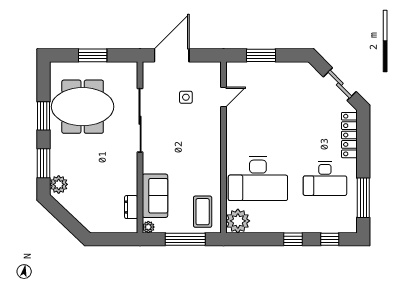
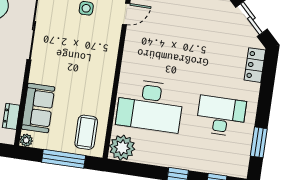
locker: (349, 135) -> (255, 65), width x0.66
desk: (325, 179) -> (221, 116), turned 180
window: (363, 198) -> (259, 142), width x0.69

